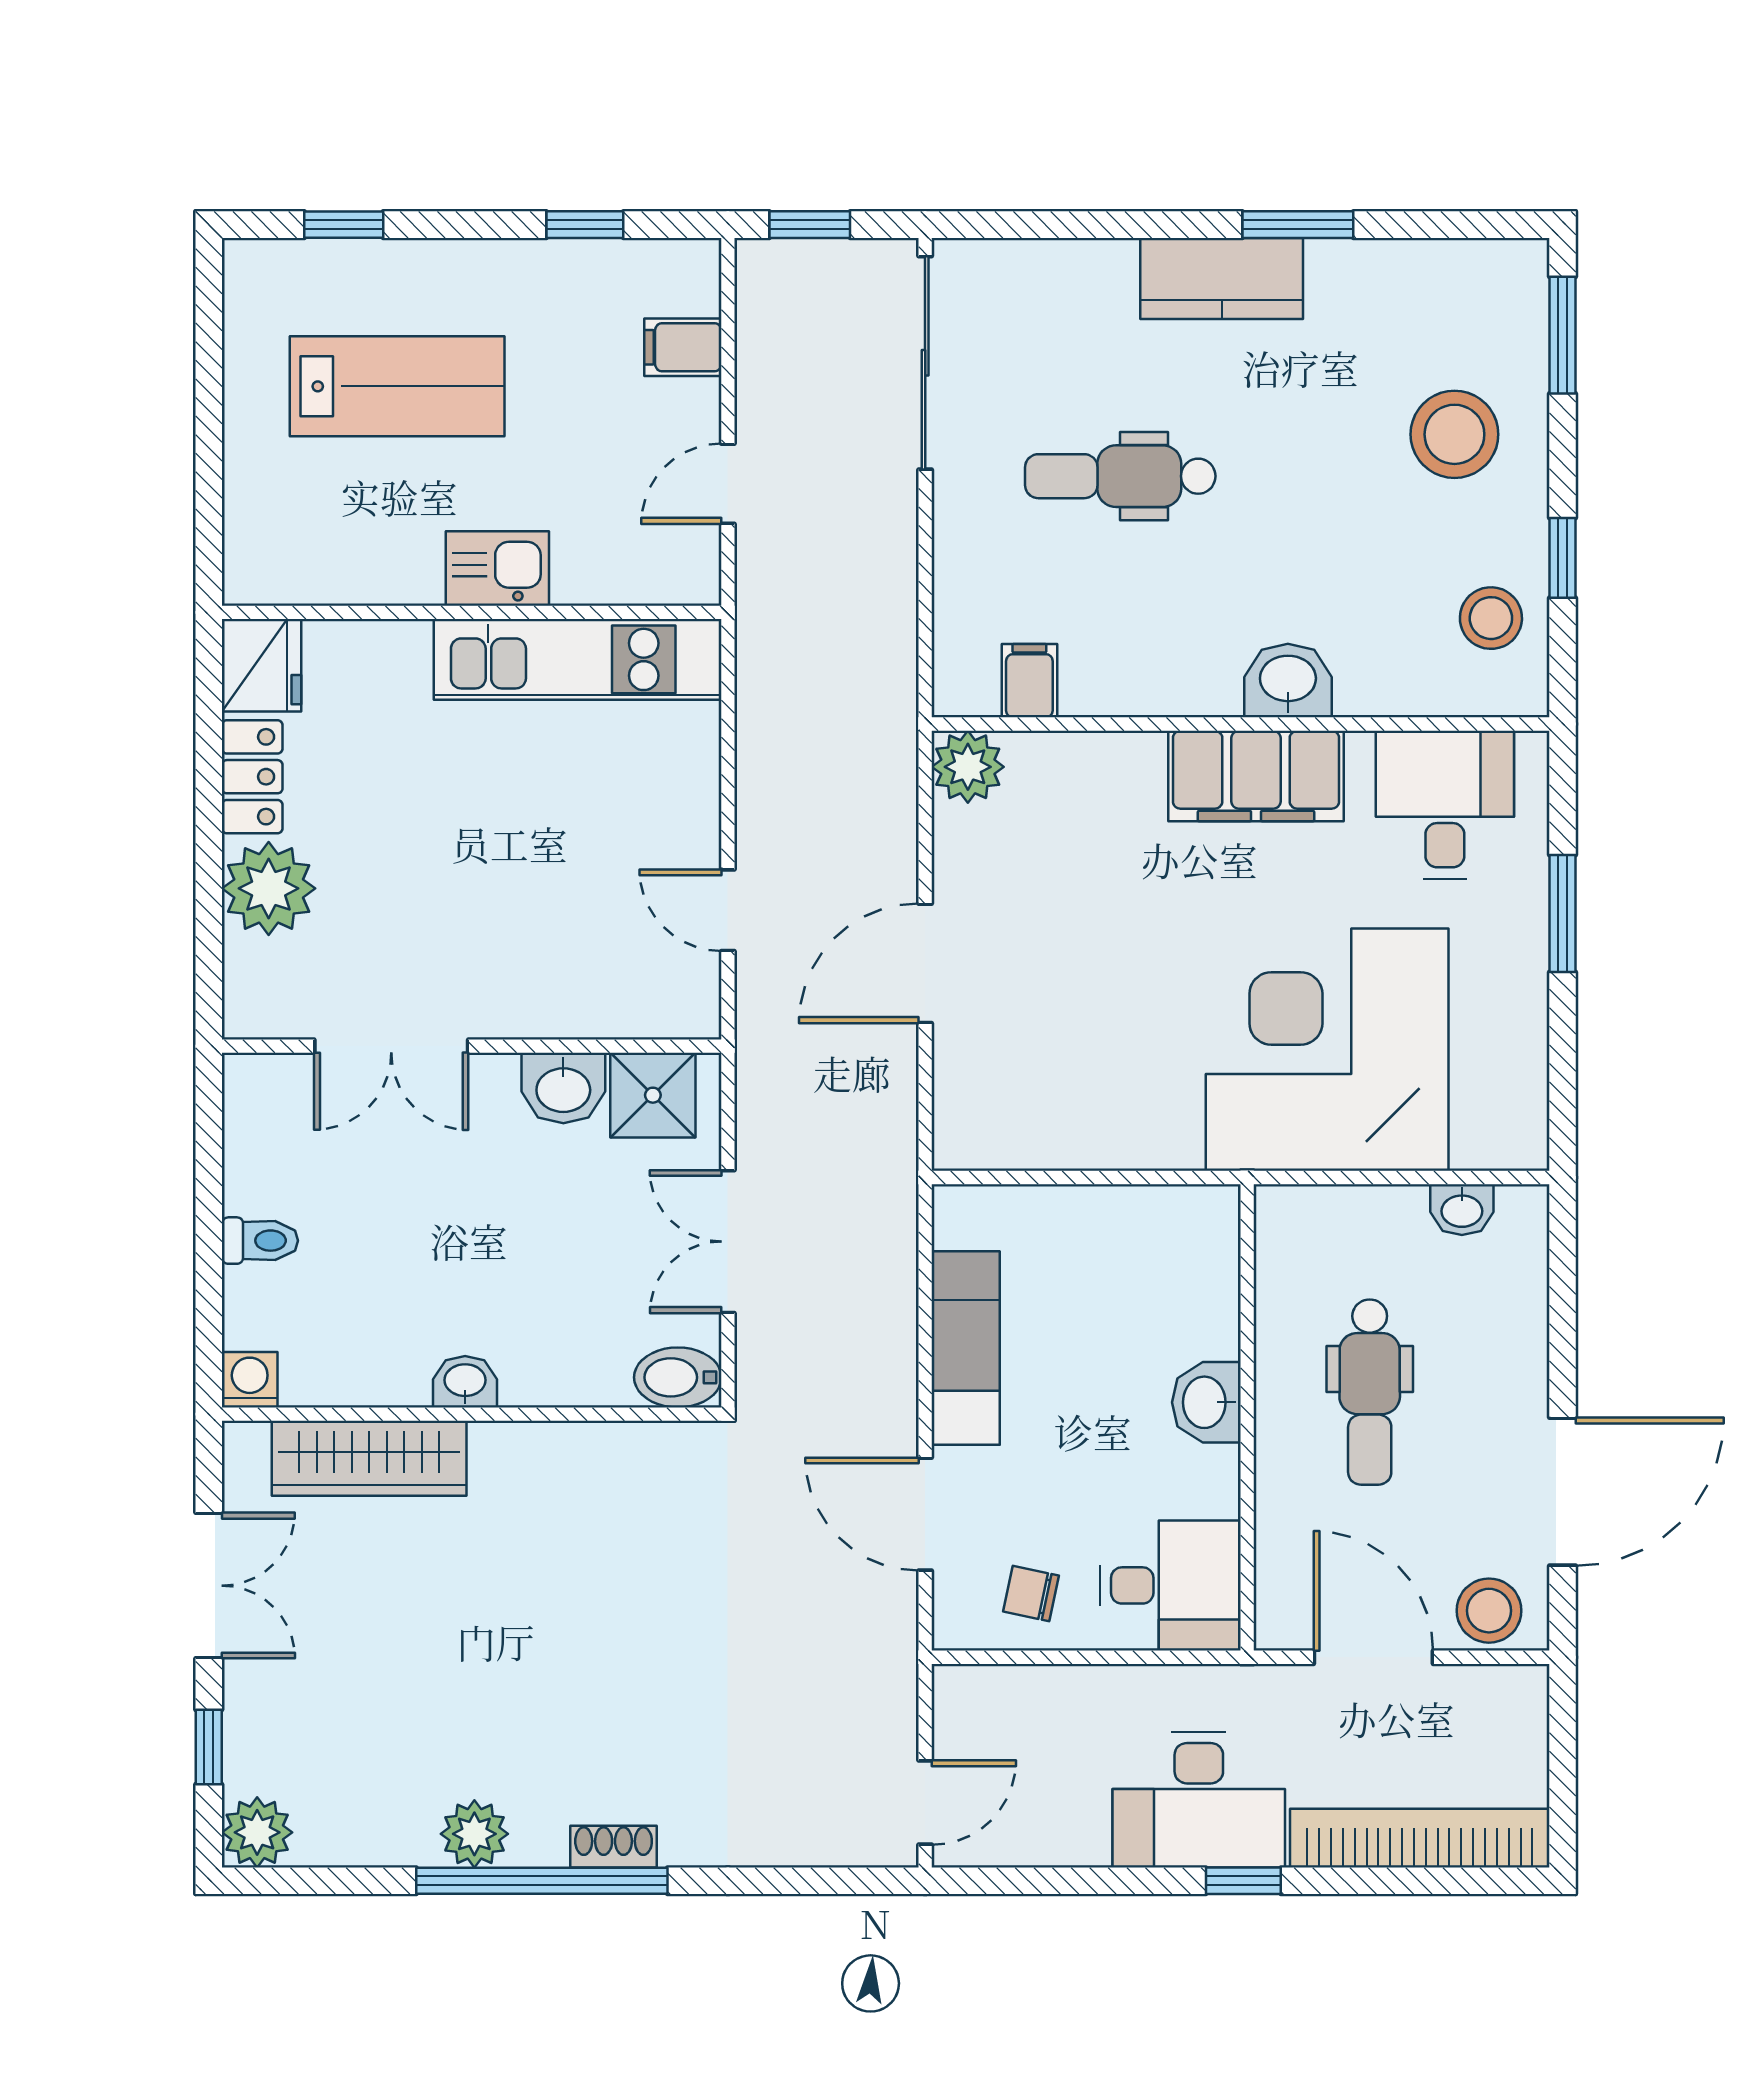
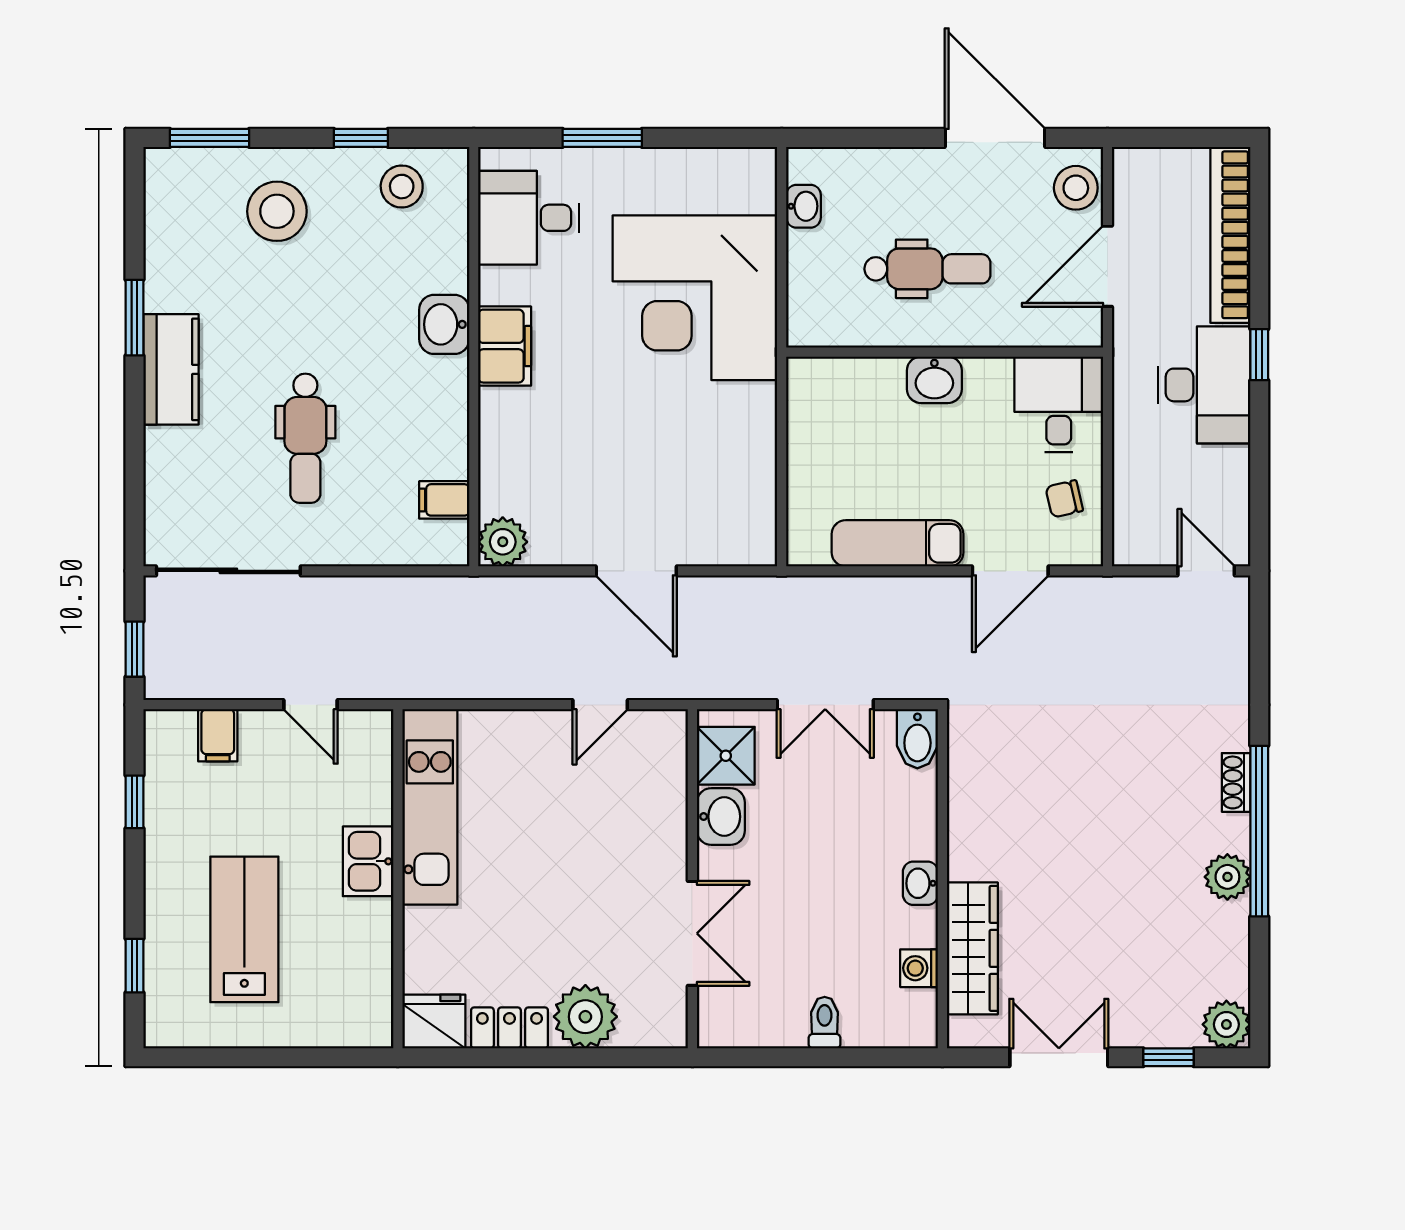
filing cabinet: (1256, 776) -> (505, 346), width x0.67, depth x0.86
washing machine: (250, 1380) -> (919, 968), moved
chair: (1031, 1594) -> (1064, 499), turned 65

